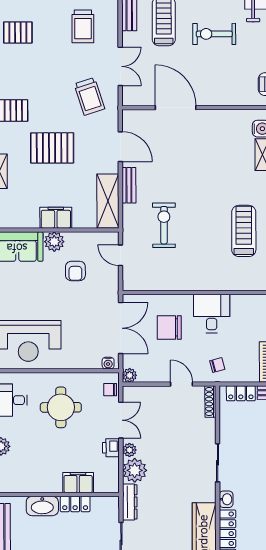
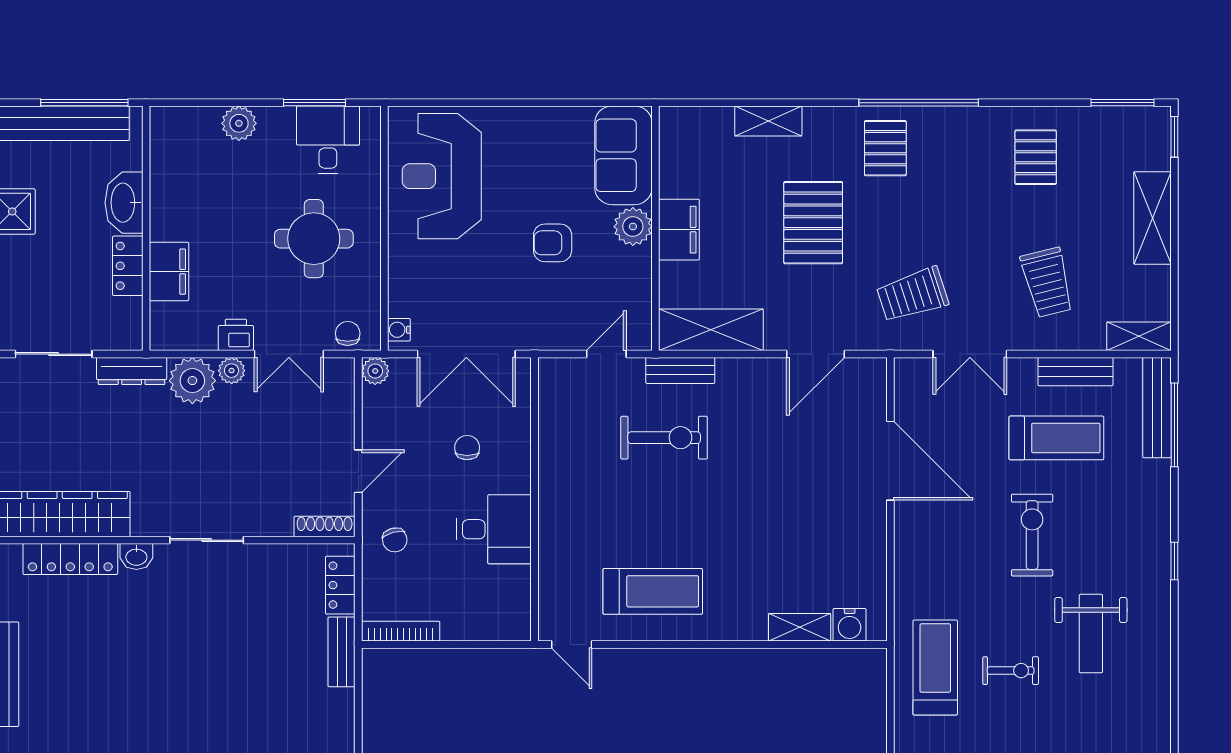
trolley: (83, 26) -> (1047, 282), turned -104
door: (176, 108) -> (890, 461), hinge flipped
bench: (129, 185) -> (680, 370), moved
armchair: (75, 271) -> (553, 243), moved
chair: (169, 328) -> (467, 448), width x0.54, depth x0.54

